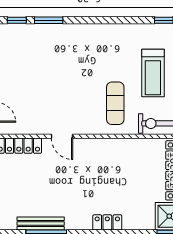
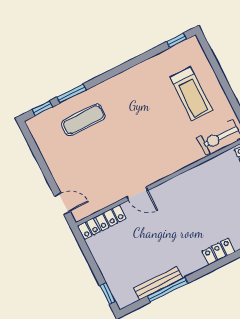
exercise mat: (115, 103) -> (83, 120), moved, turned 90

